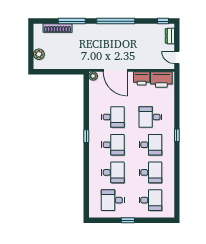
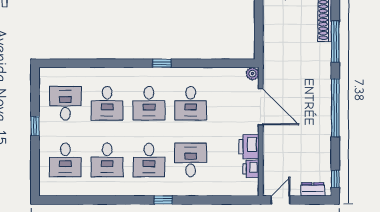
door: (115, 70) -> (261, 107), swing flipped
printer: (161, 79) -> (251, 169), width x0.53, depth x0.68

